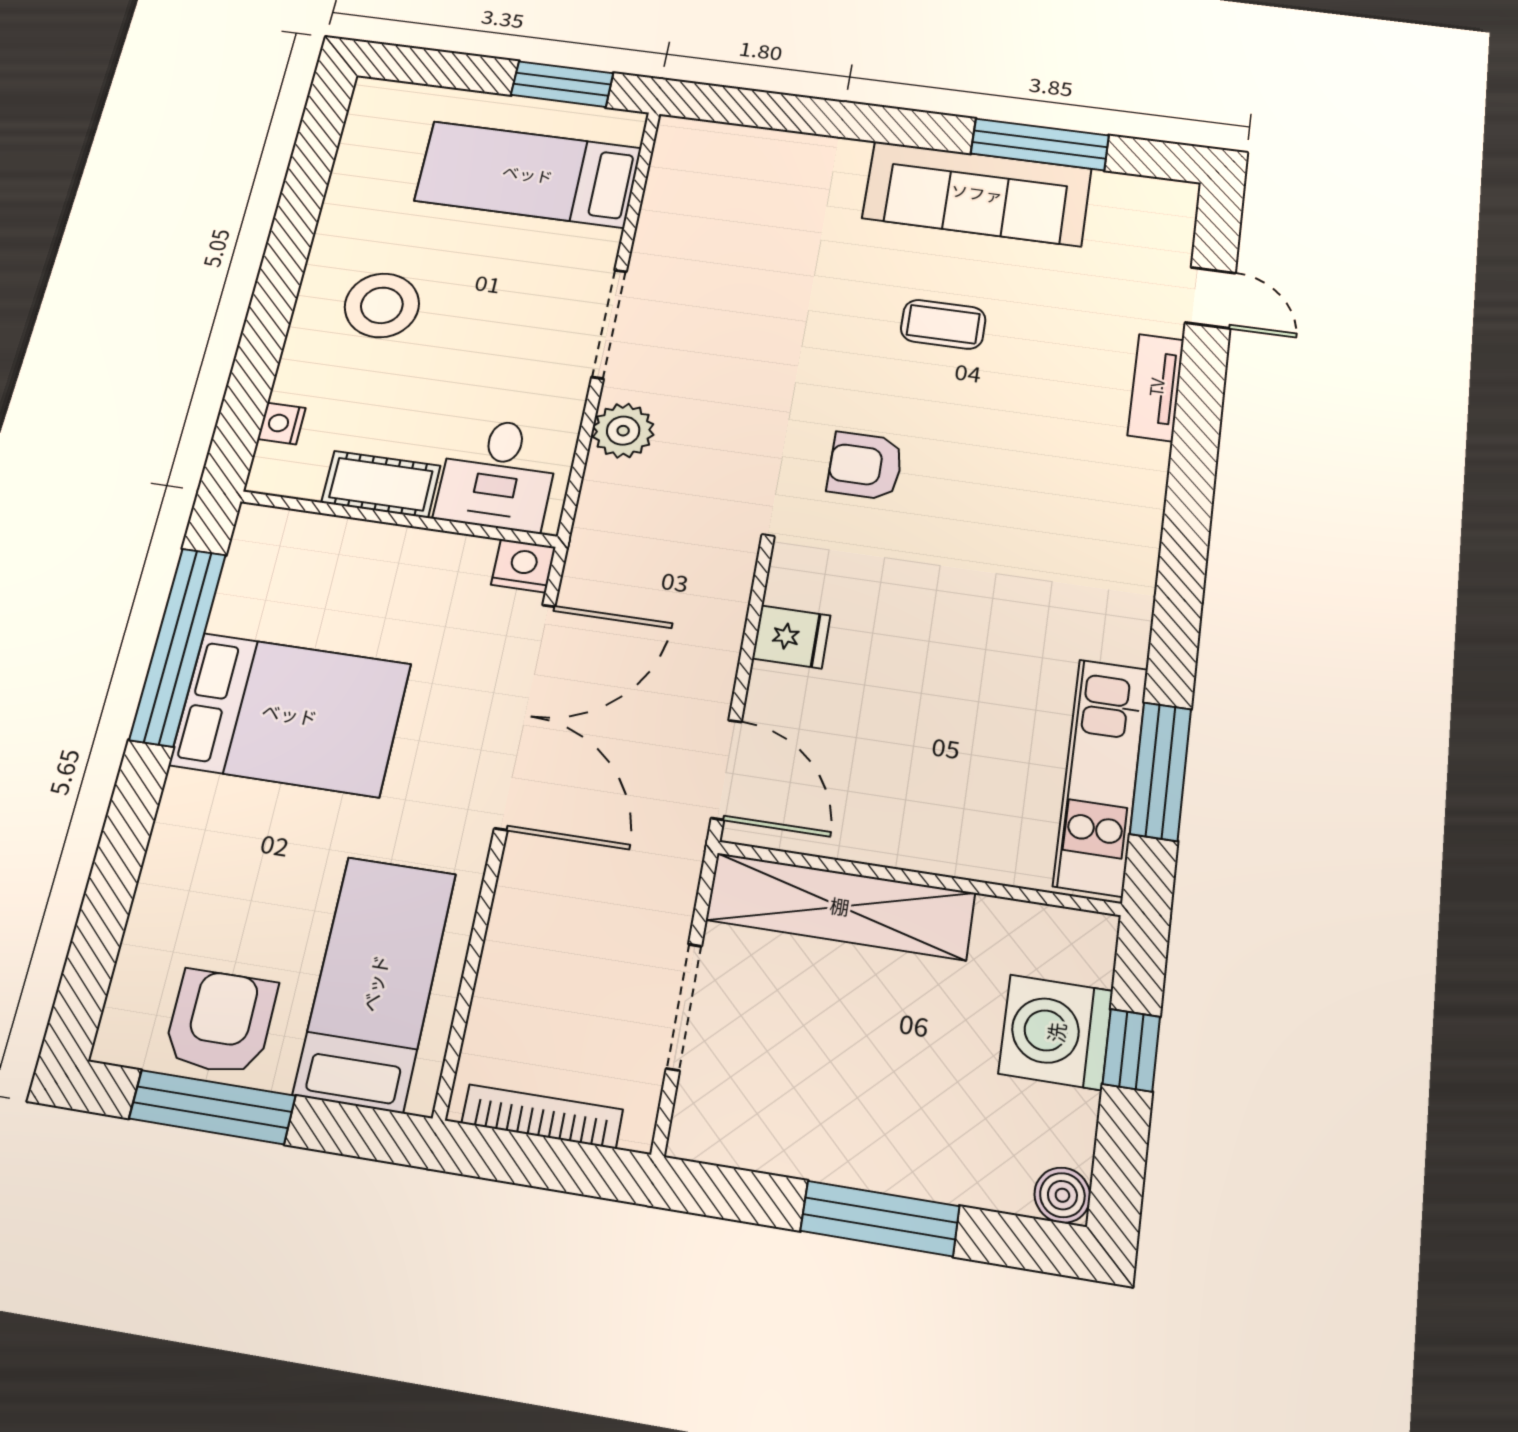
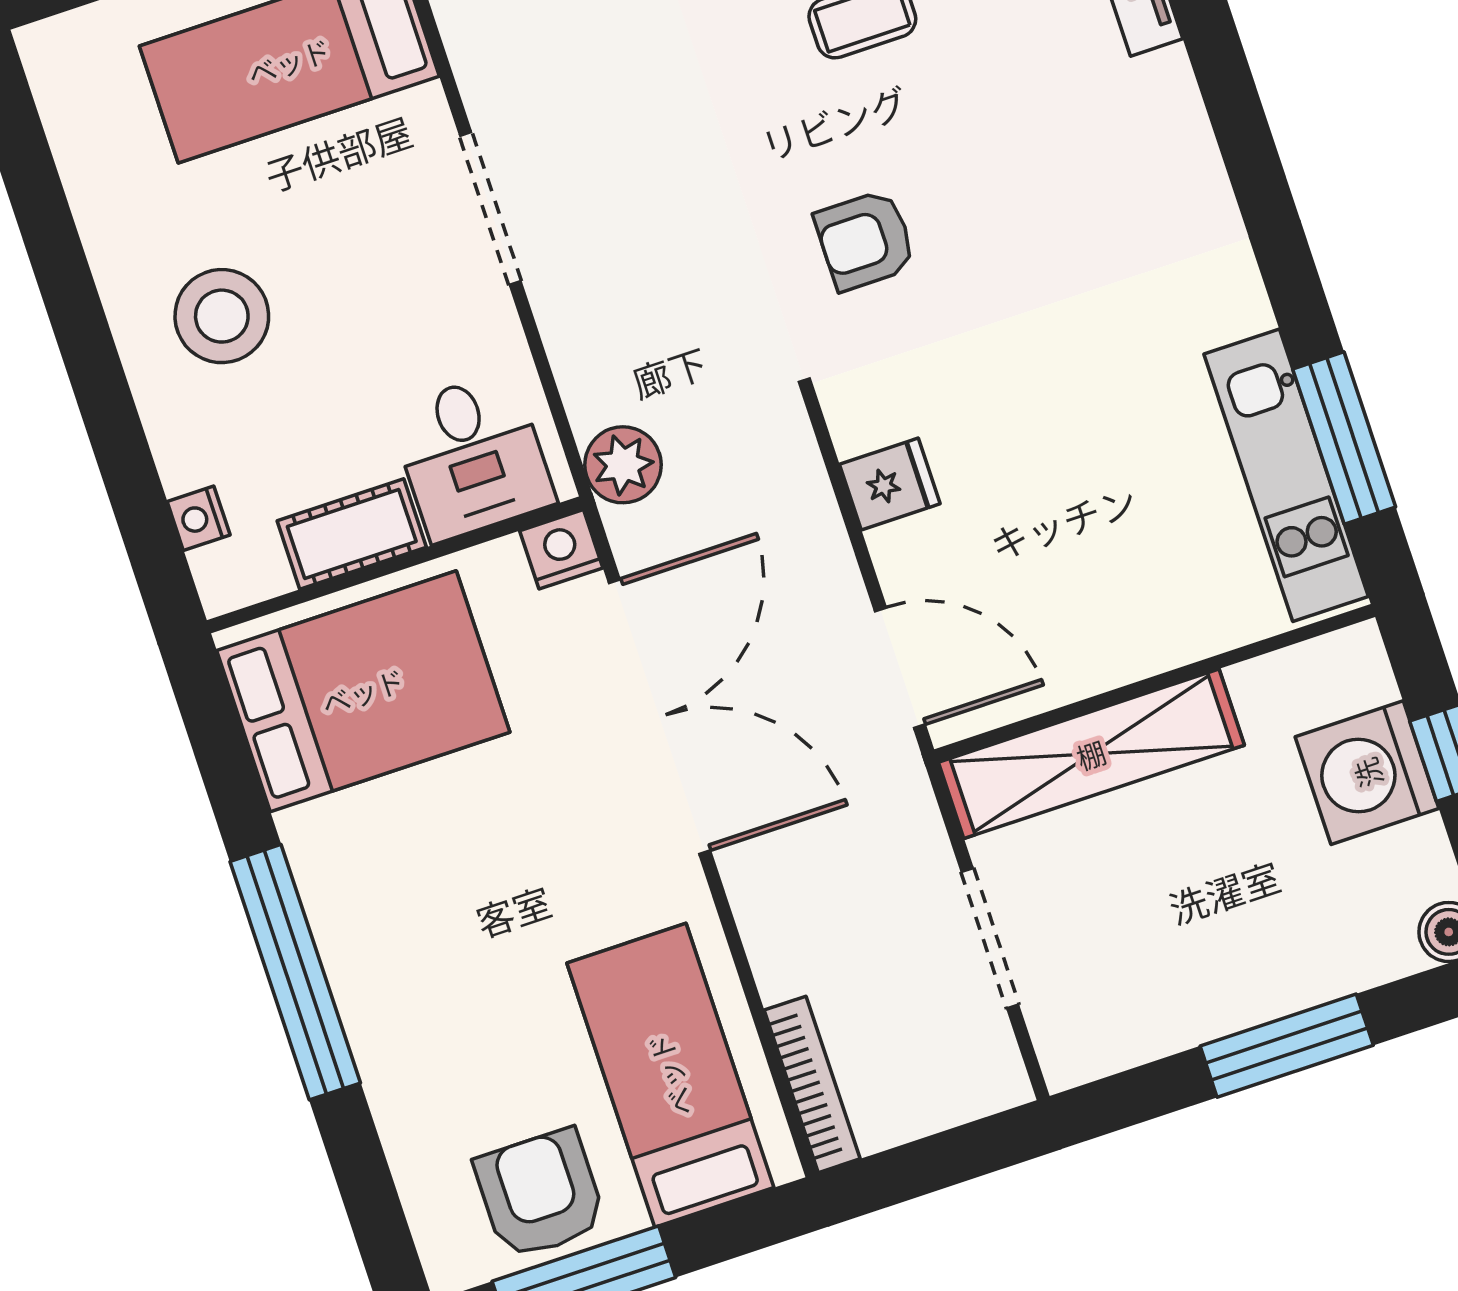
plant: (623, 431) -> (623, 465), moved
window: (178, 646) -> (295, 972), moved
bed: (290, 714) -> (363, 691), moved
bookcase: (542, 1116) -> (812, 1084), moved, turned 90

